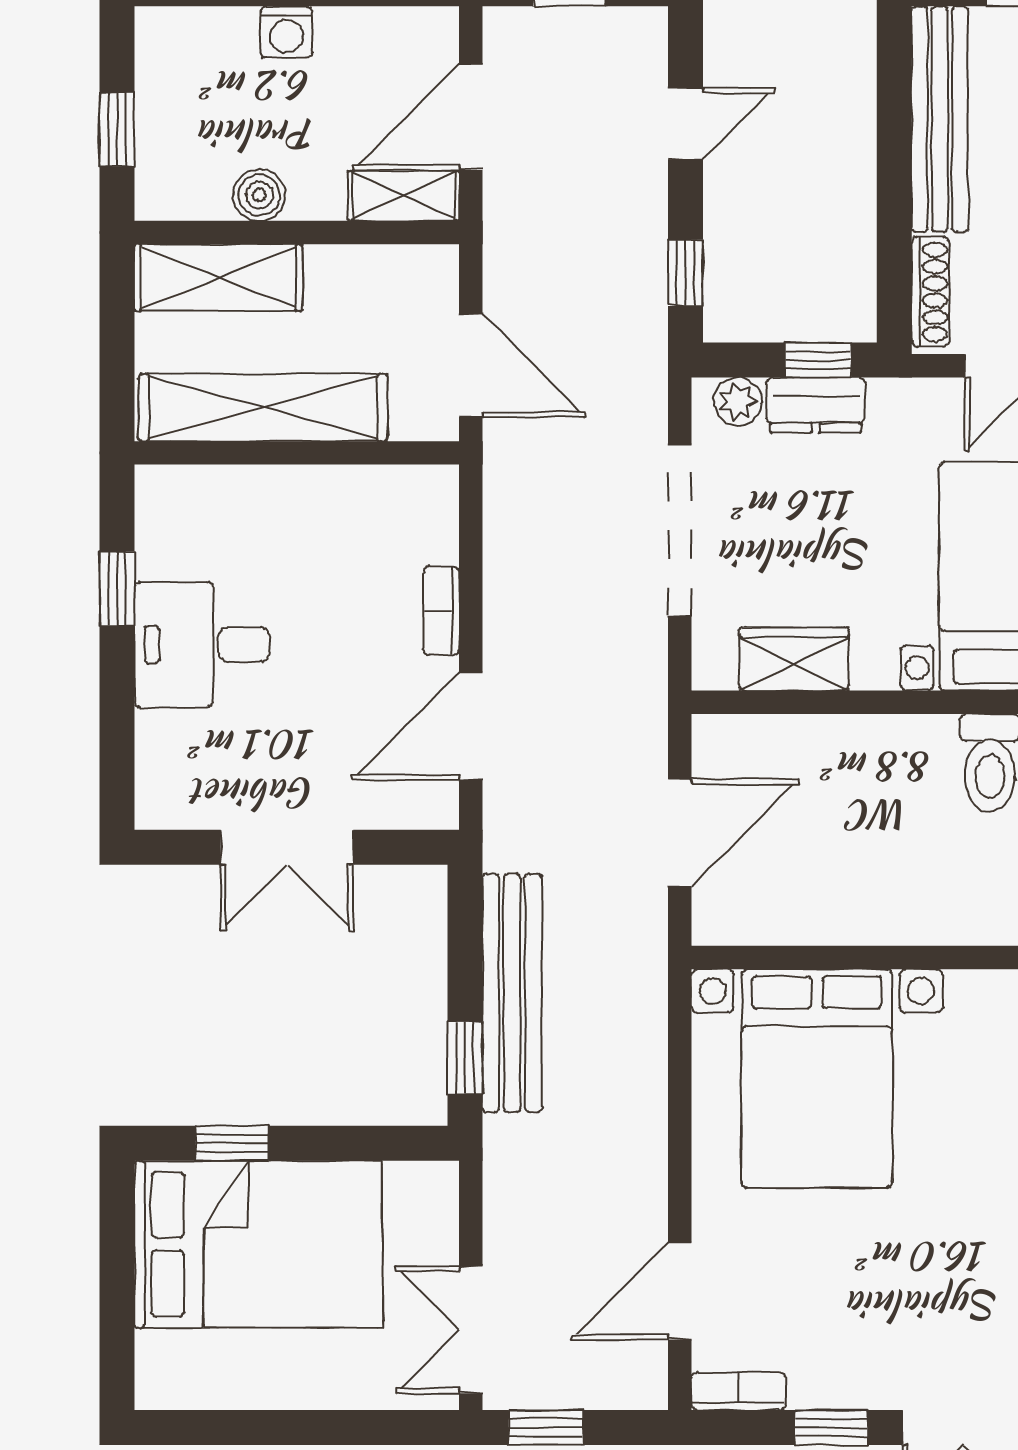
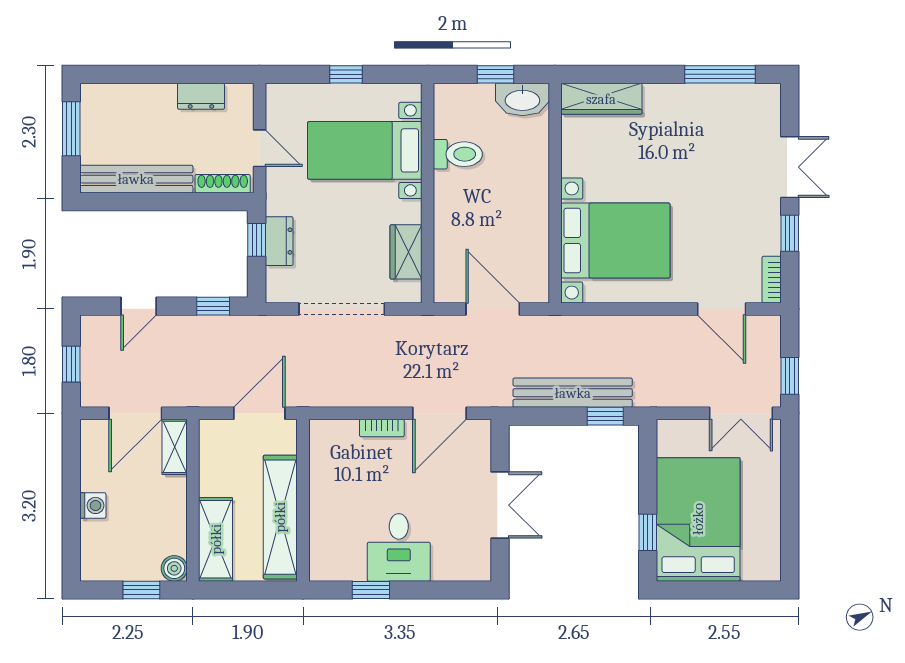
door: (471, 117) -> (135, 413), hinge flipped
door: (685, 124) -> (139, 306), swing flipped
boiler: (259, 195) -> (174, 568), moved
plant: (738, 402) -> (277, 280), removed
door: (471, 726) -> (439, 413), hinge flipped

